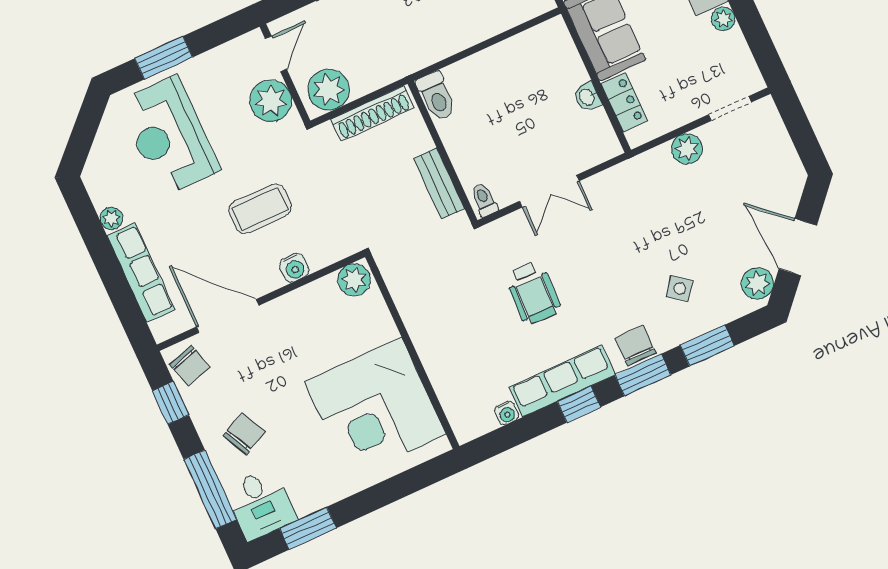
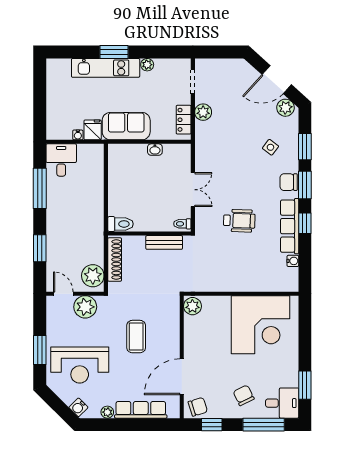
locker: (624, 102) -> (184, 120), moved, turned -90
water cooler: (294, 268) -> (78, 407), moved, turned 135

